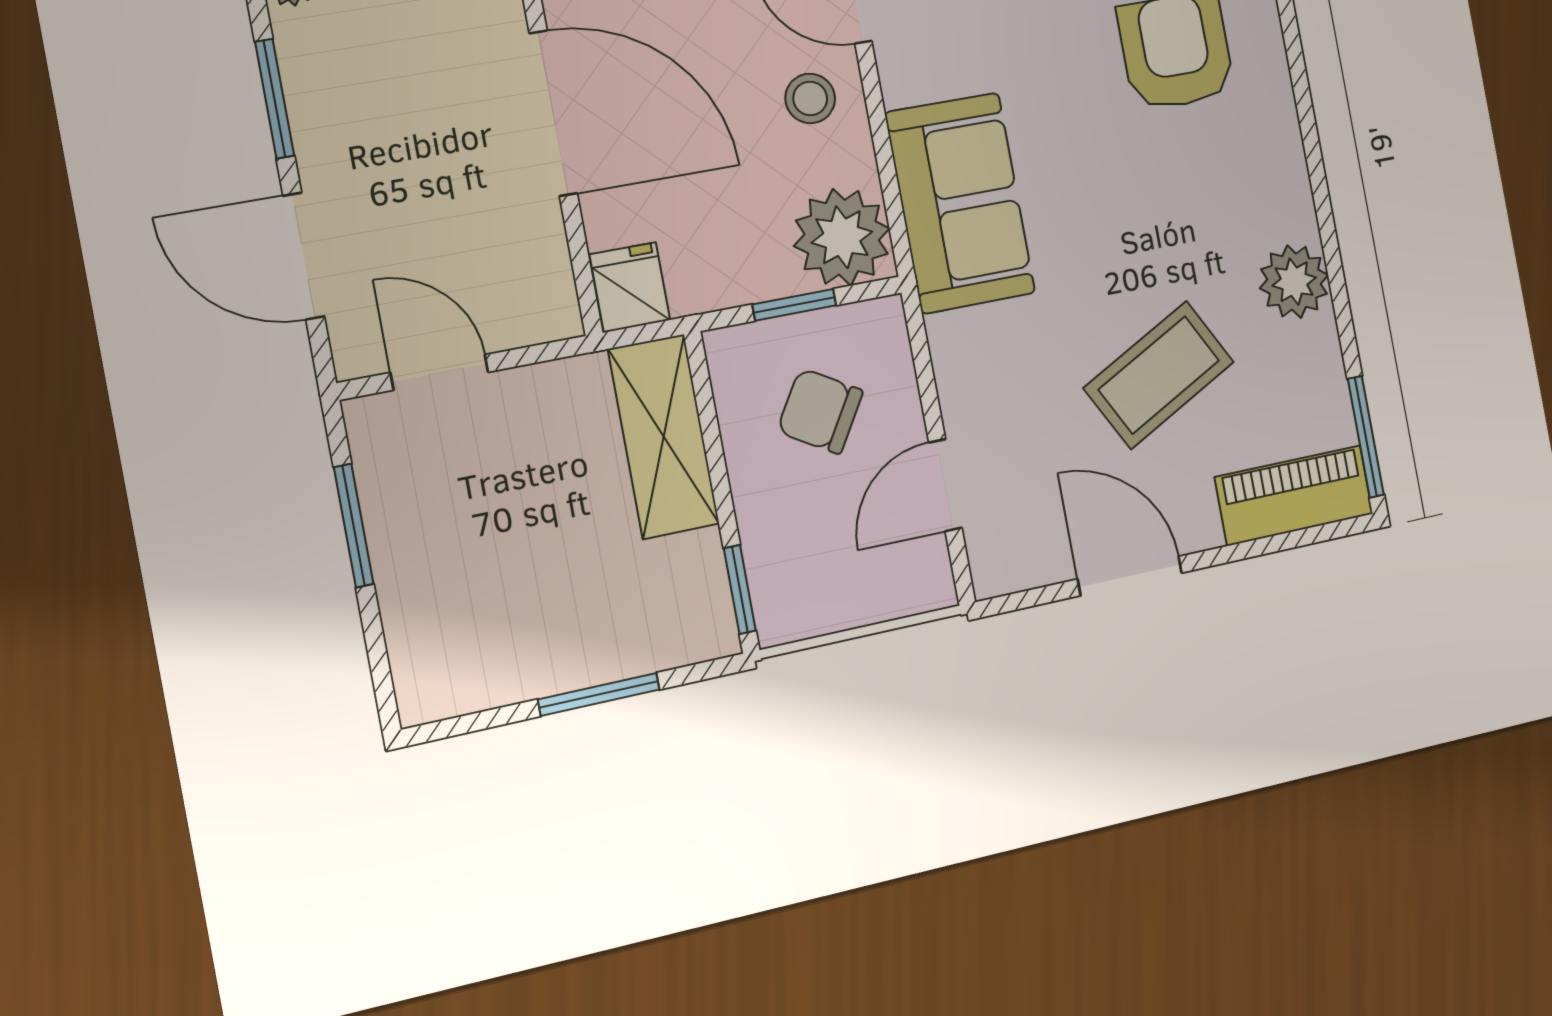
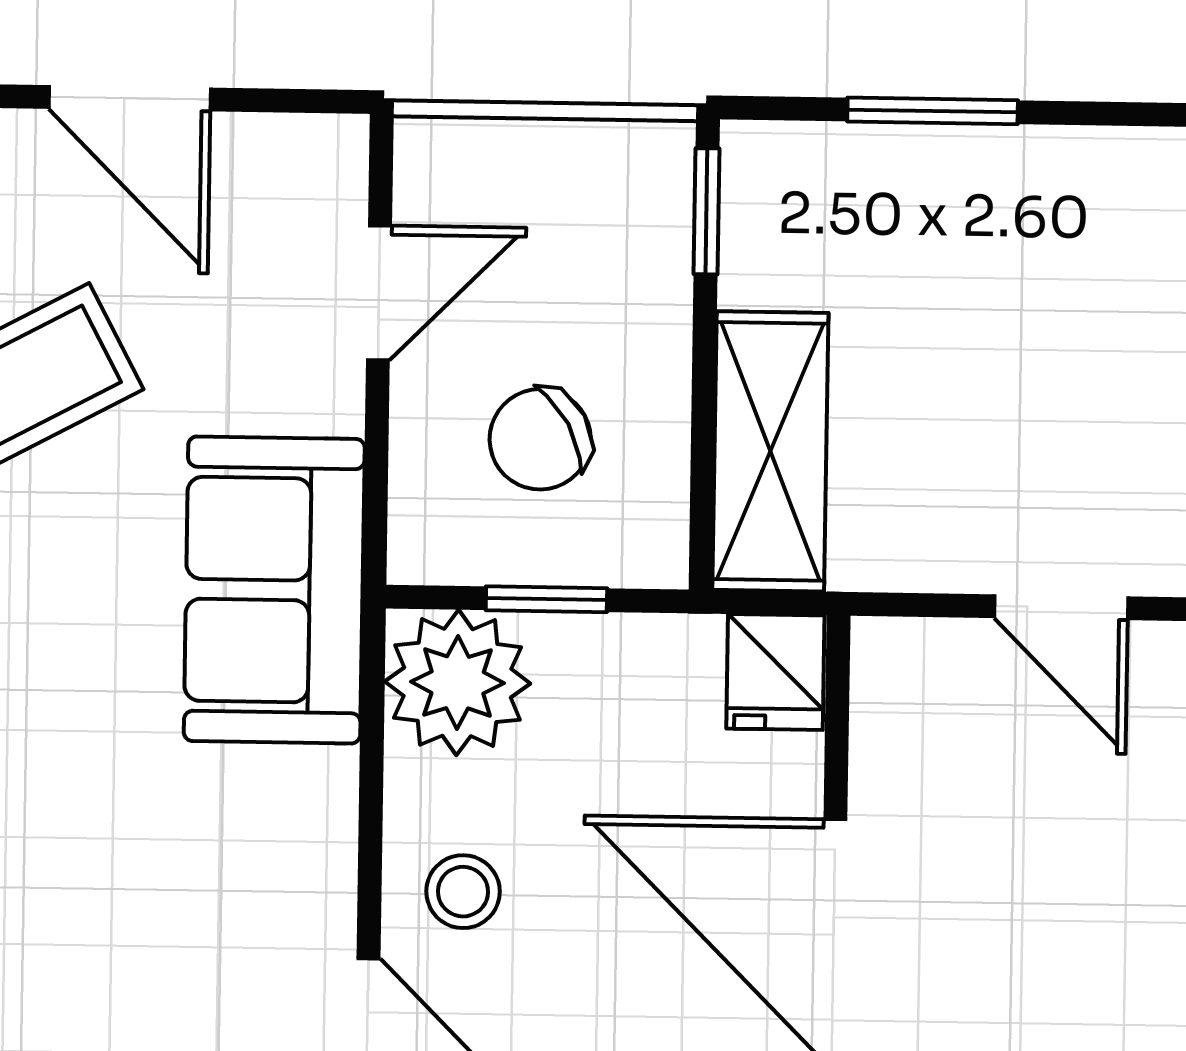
sofa: (960, 203) -> (274, 590), moved
chair: (820, 411) -> (540, 439), turned 120

